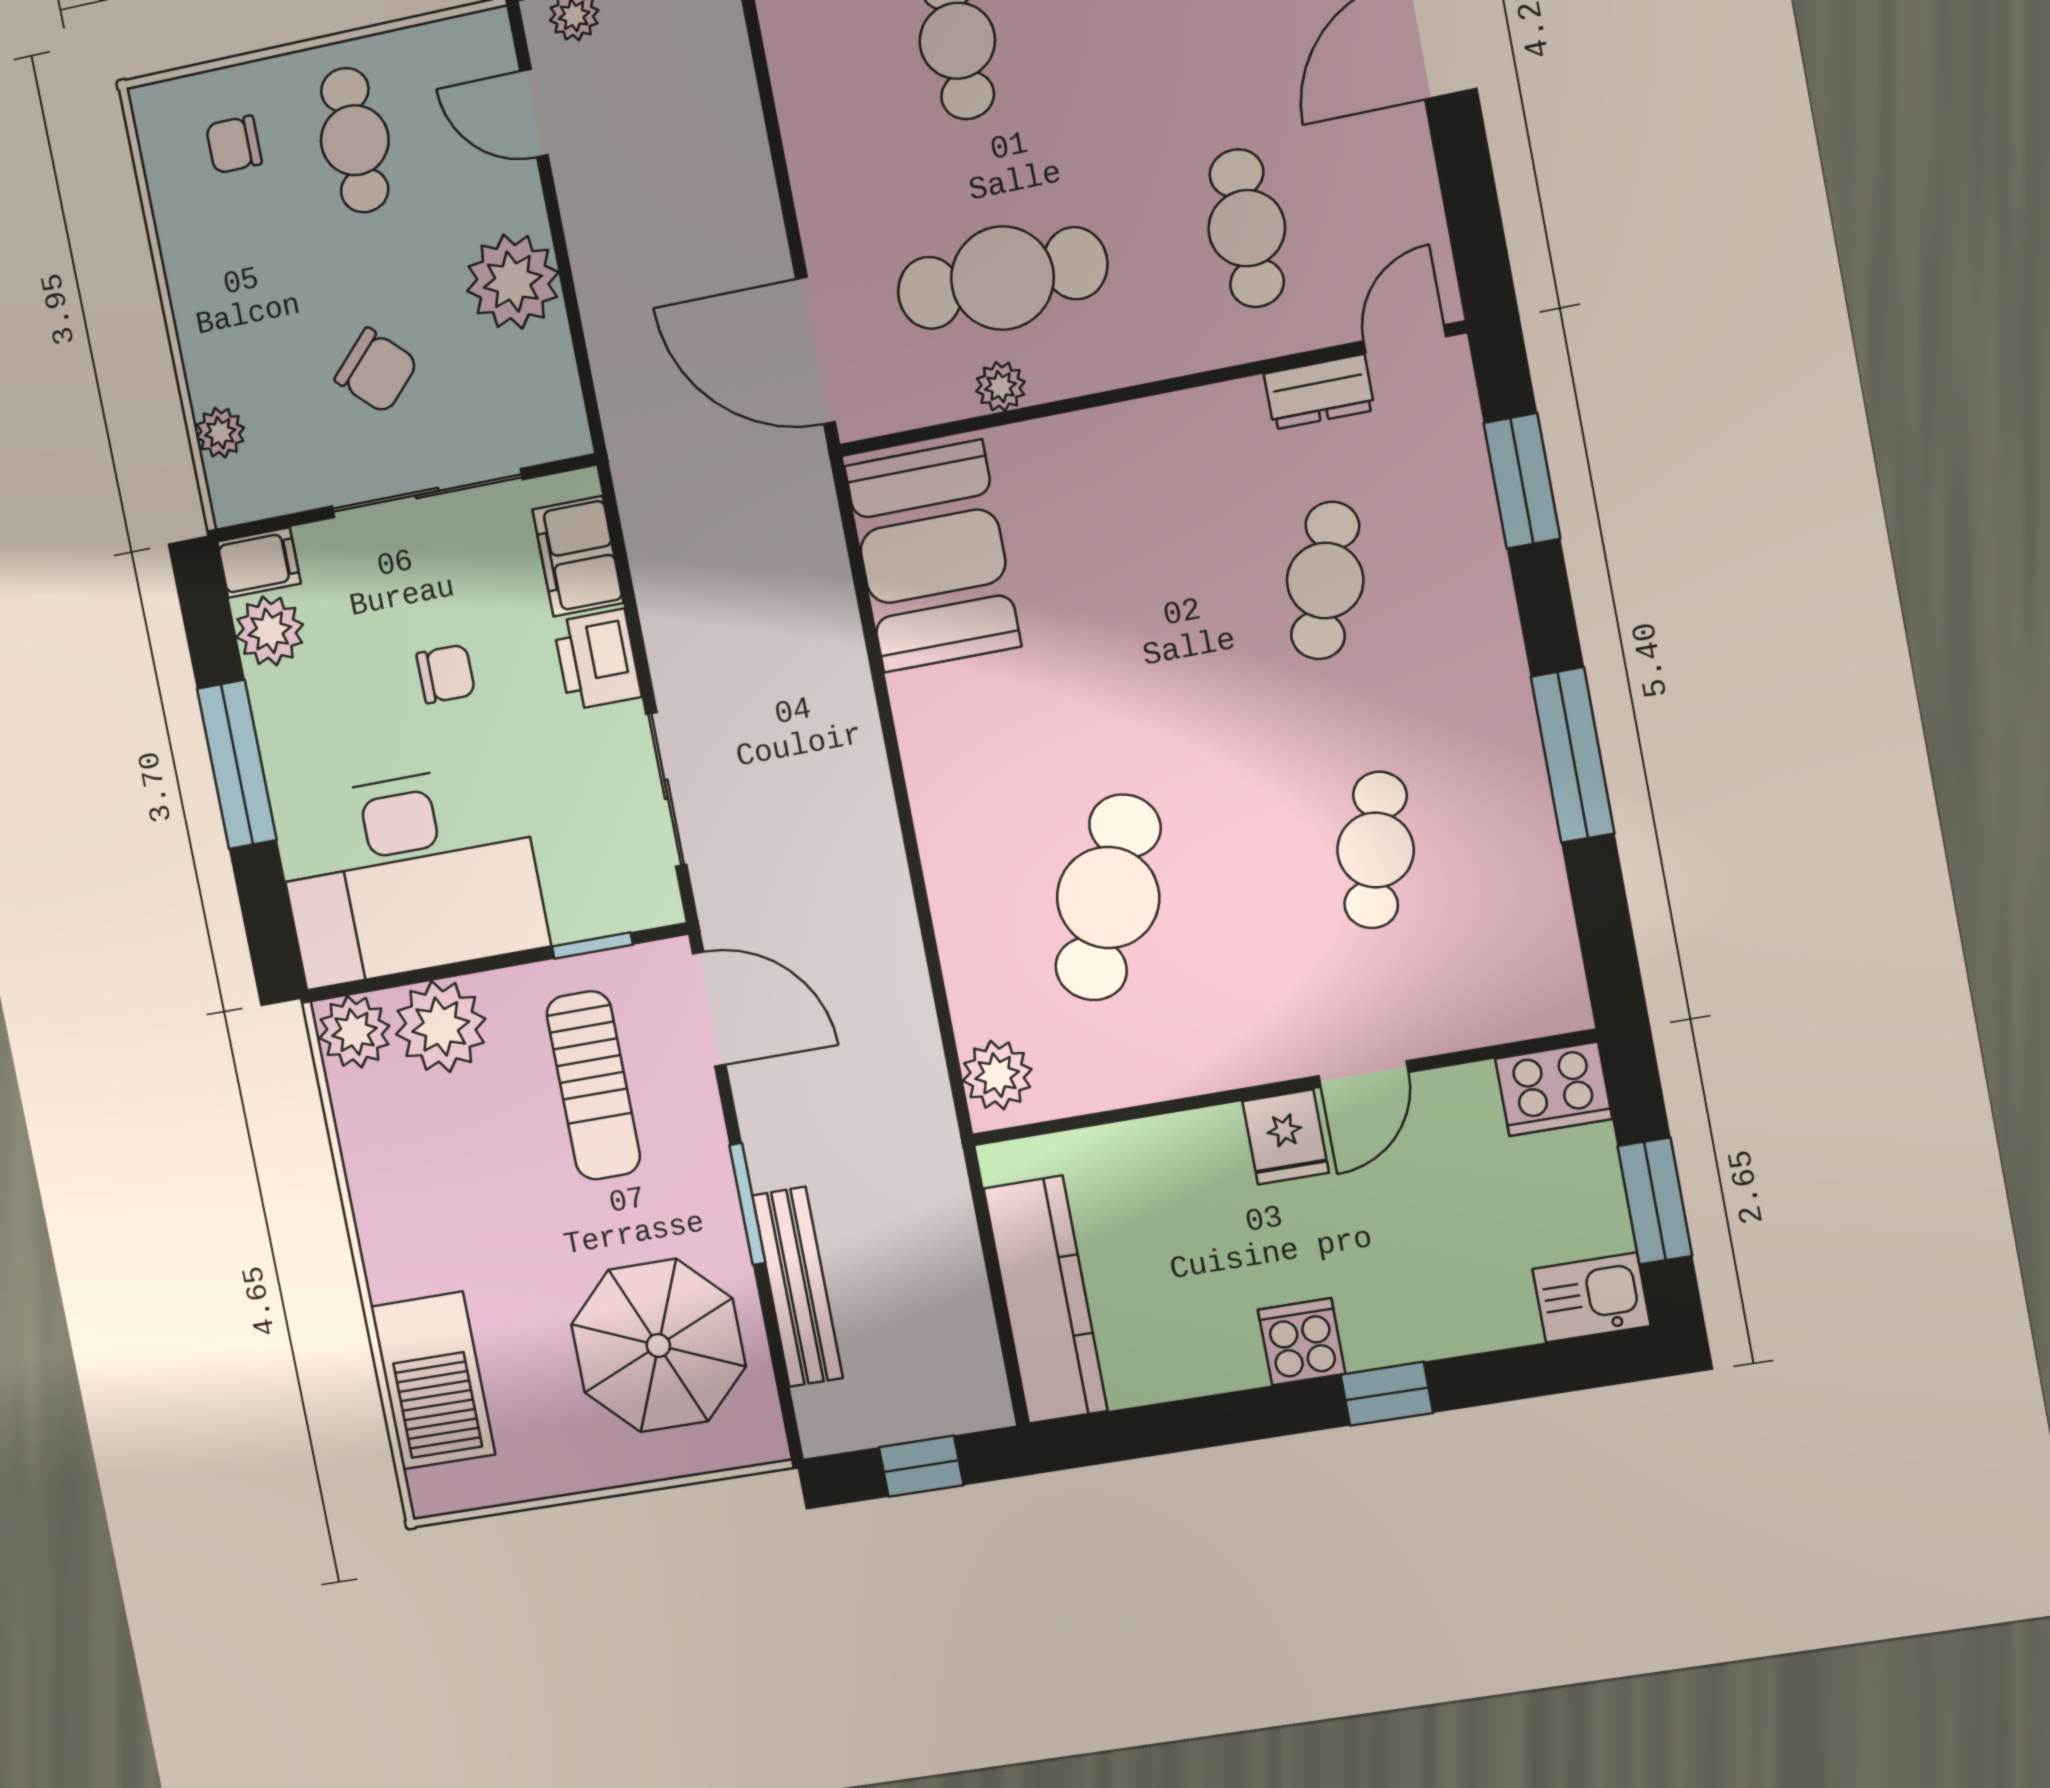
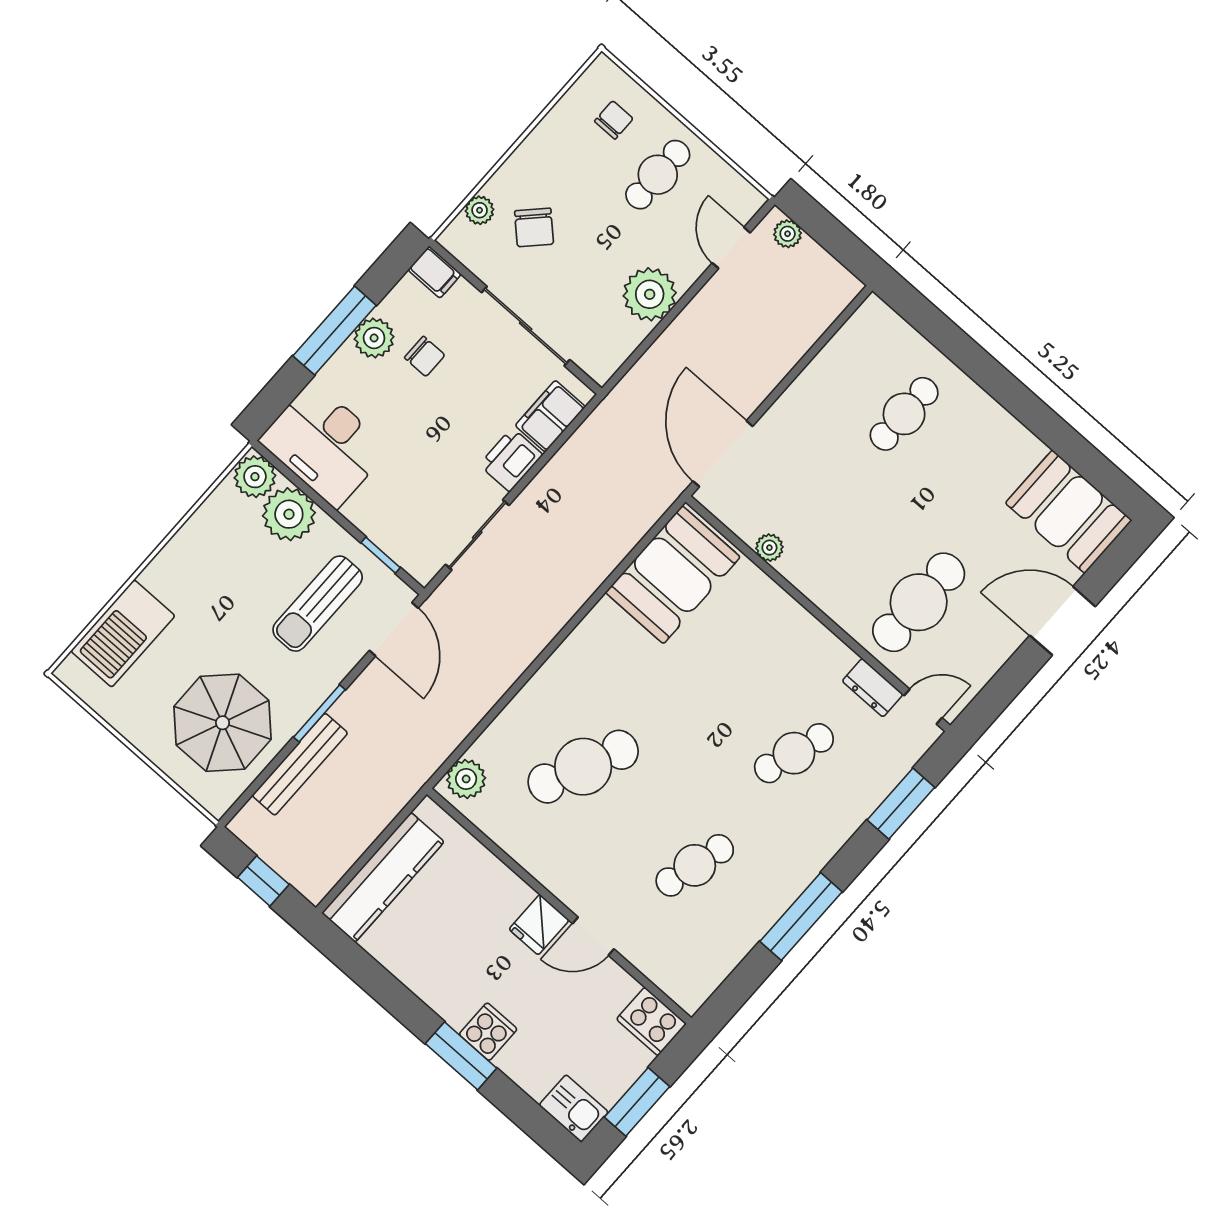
chair: (234, 144) -> (614, 120), turned 90
cafe table: (1247, 228) -> (919, 602), width x1.37, depth x1.35
cafe table: (1002, 278) -> (817, 512), removed
chair: (376, 371) -> (534, 227), moved
plant: (270, 631) -> (374, 338), moved
chair: (446, 674) -> (425, 356), moved
desk: (410, 874) -> (324, 444), width x0.73, depth x0.77
cooker: (1302, 1342) -> (488, 1032), moved
window: (1387, 1394) -> (461, 1056), width x1.50

